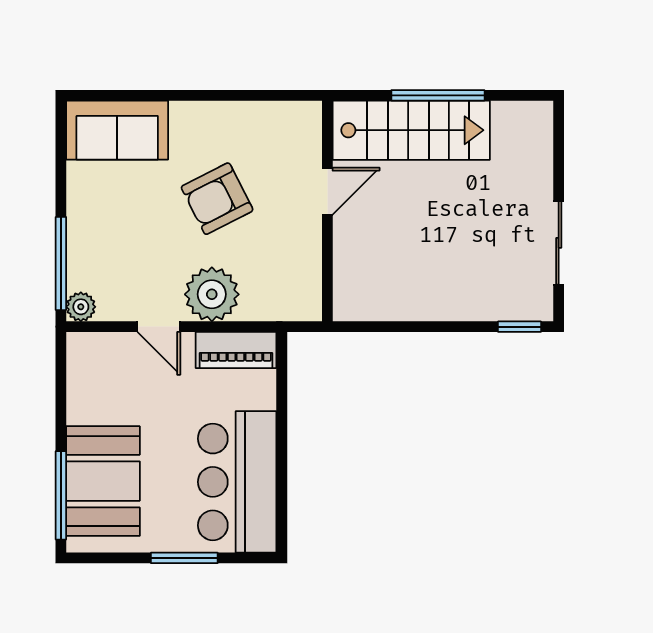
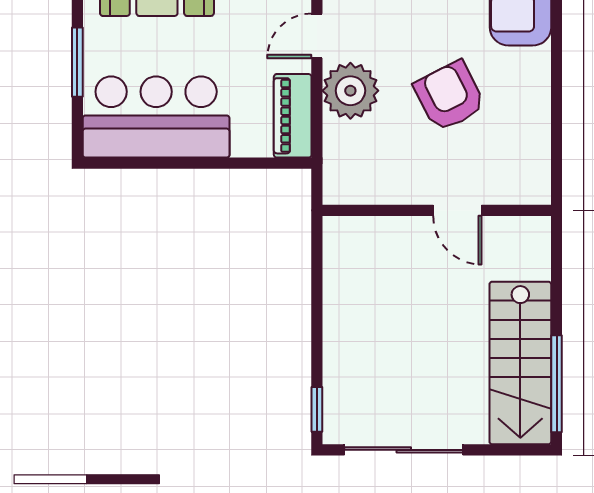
window: (438, 95) -> (557, 384), moved
stairs: (411, 130) -> (520, 363), moved
sliding door: (559, 243) -> (404, 450), width x1.37

